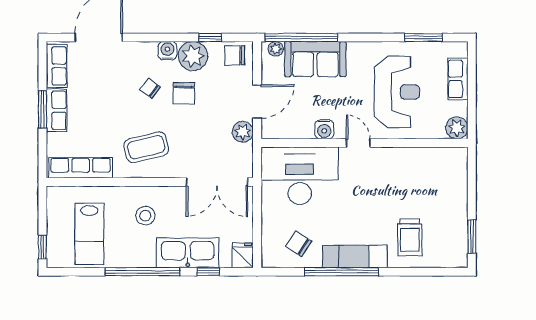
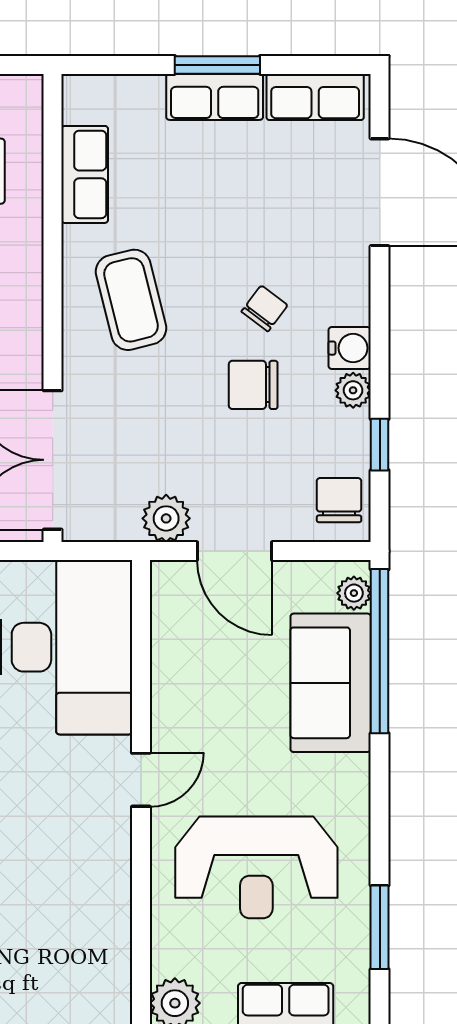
plant: (193, 56) -> (353, 390), width x0.53, depth x0.53
water cooler: (324, 129) -> (171, 703), removed
row of seats: (81, 168) -> (85, 174), width x0.68

